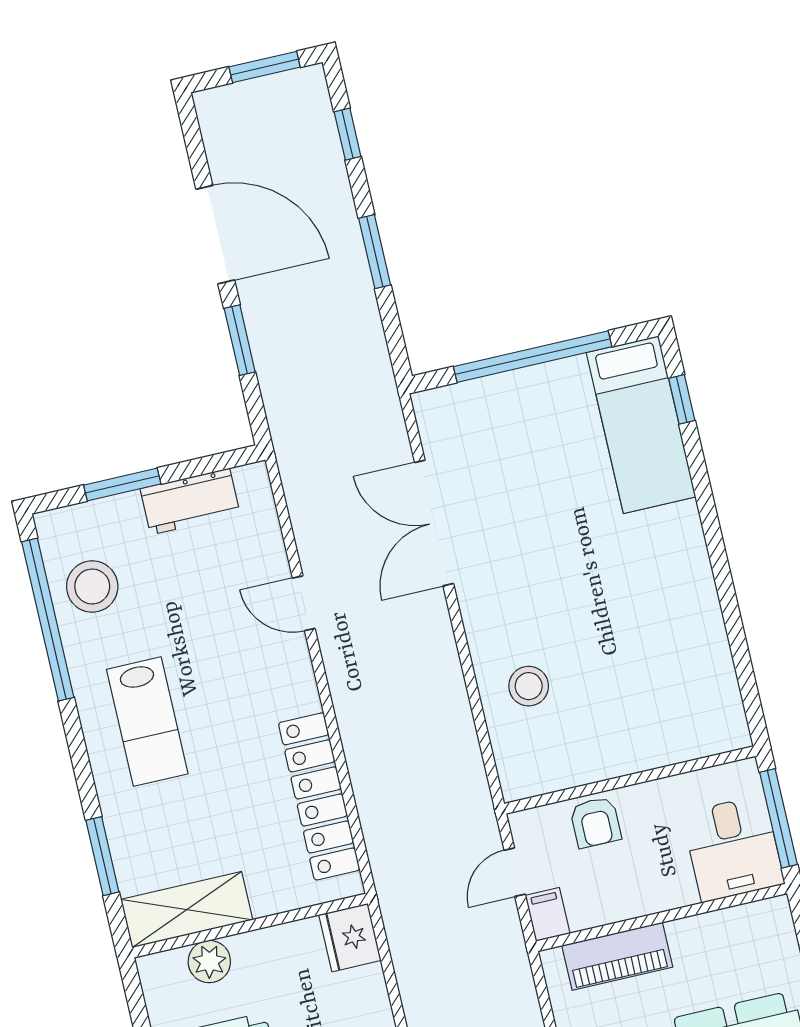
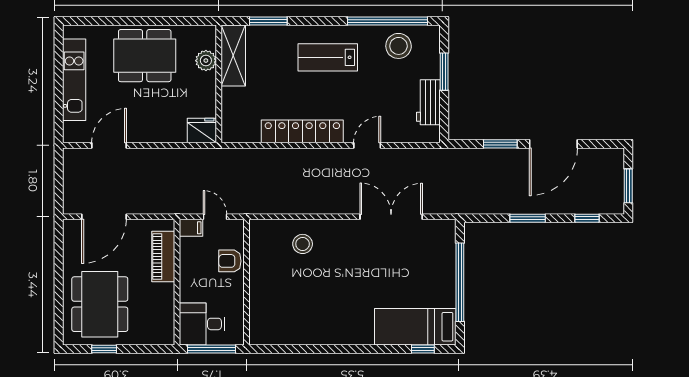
locker: (319, 796) -> (302, 131), moved

